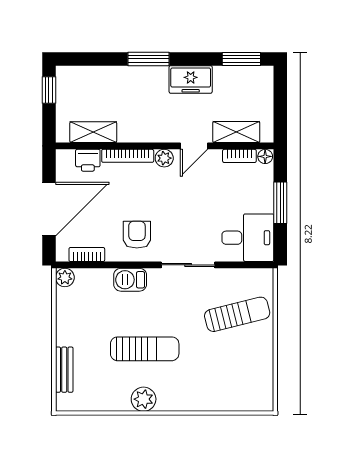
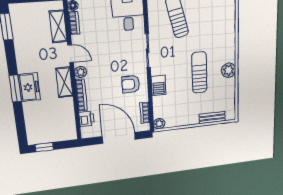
freezer: (191, 79) -> (29, 87), moved
shelving: (93, 132) -> (64, 82), moved

